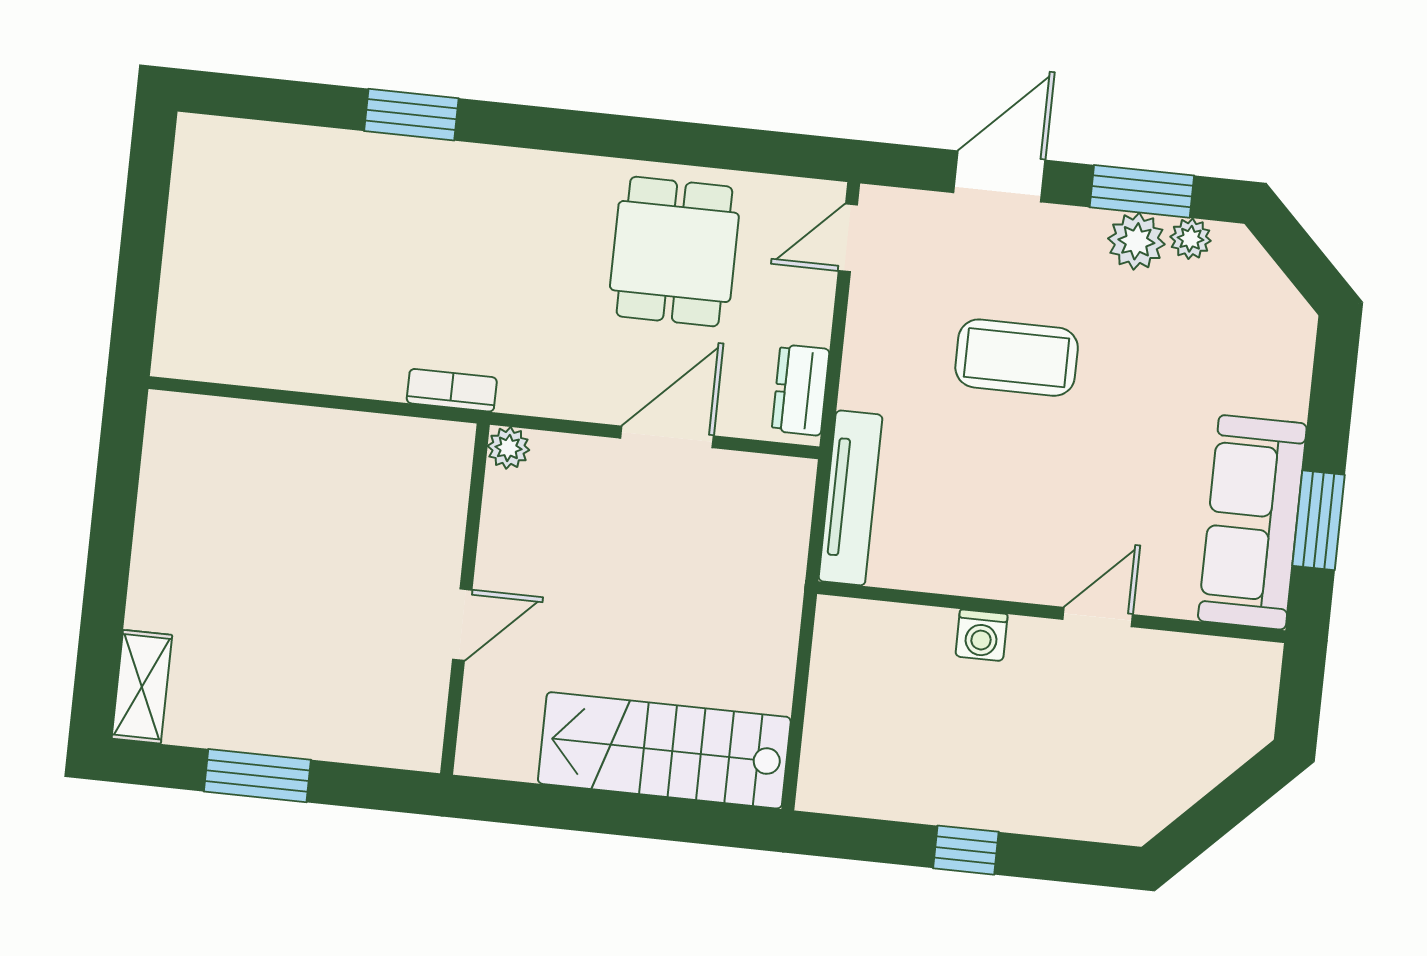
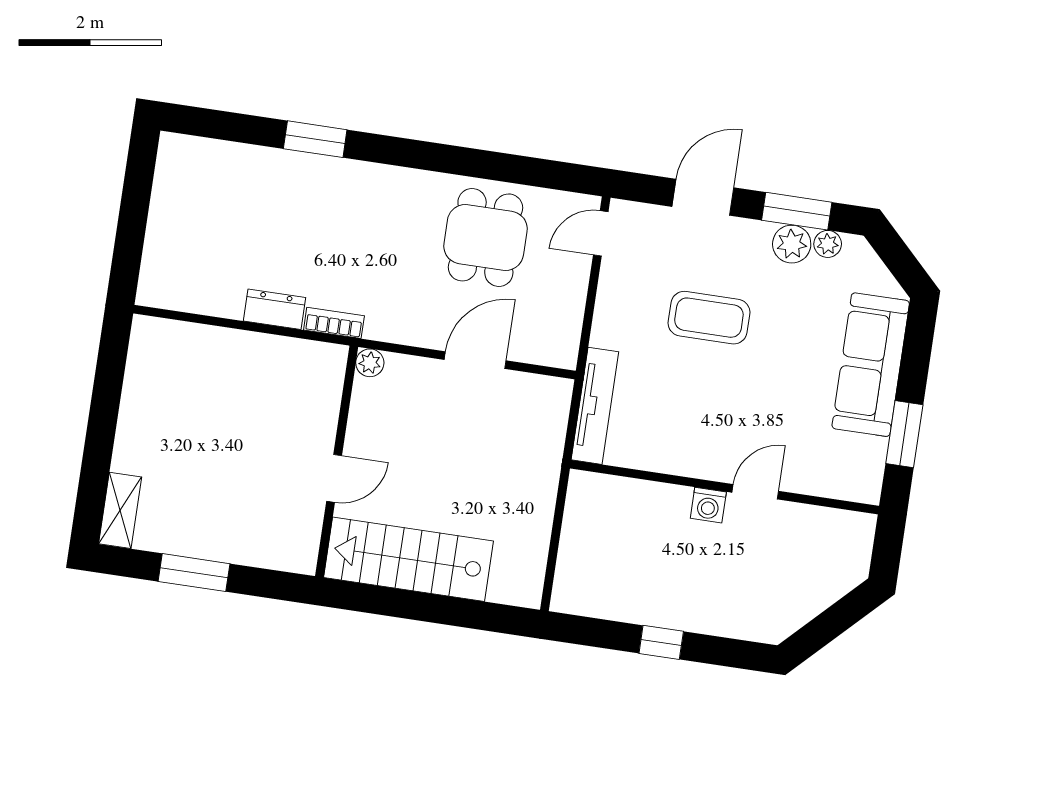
dresser: (801, 390) -> (274, 309), moved, turned 90
sofa: (1252, 522) -> (871, 365), moved
washing machine: (981, 635) -> (708, 505), moved
stairs: (664, 750) -> (409, 559), moved

